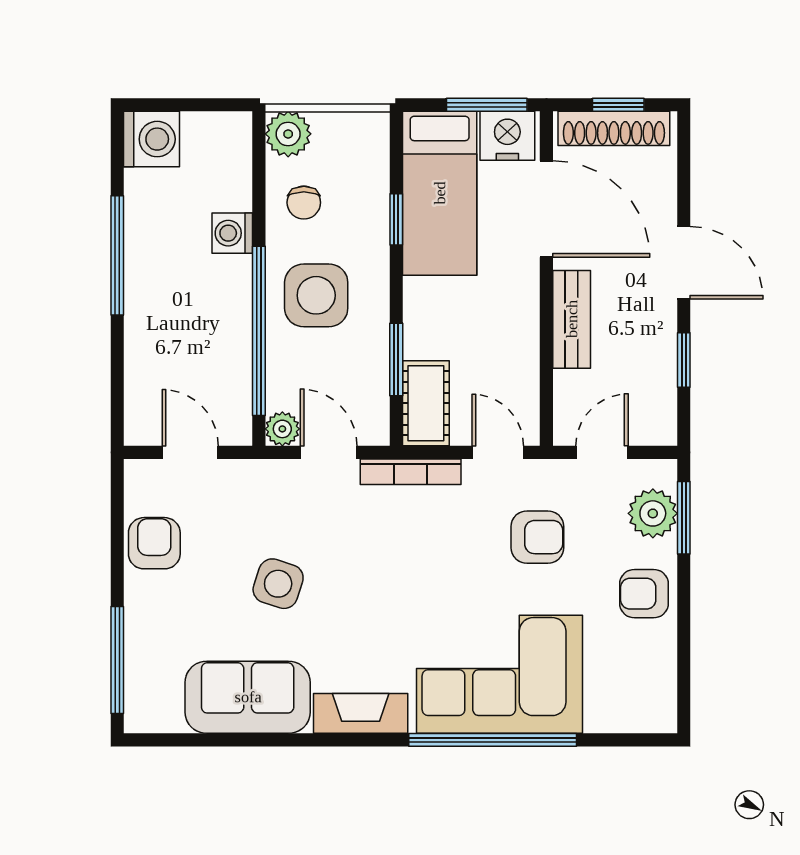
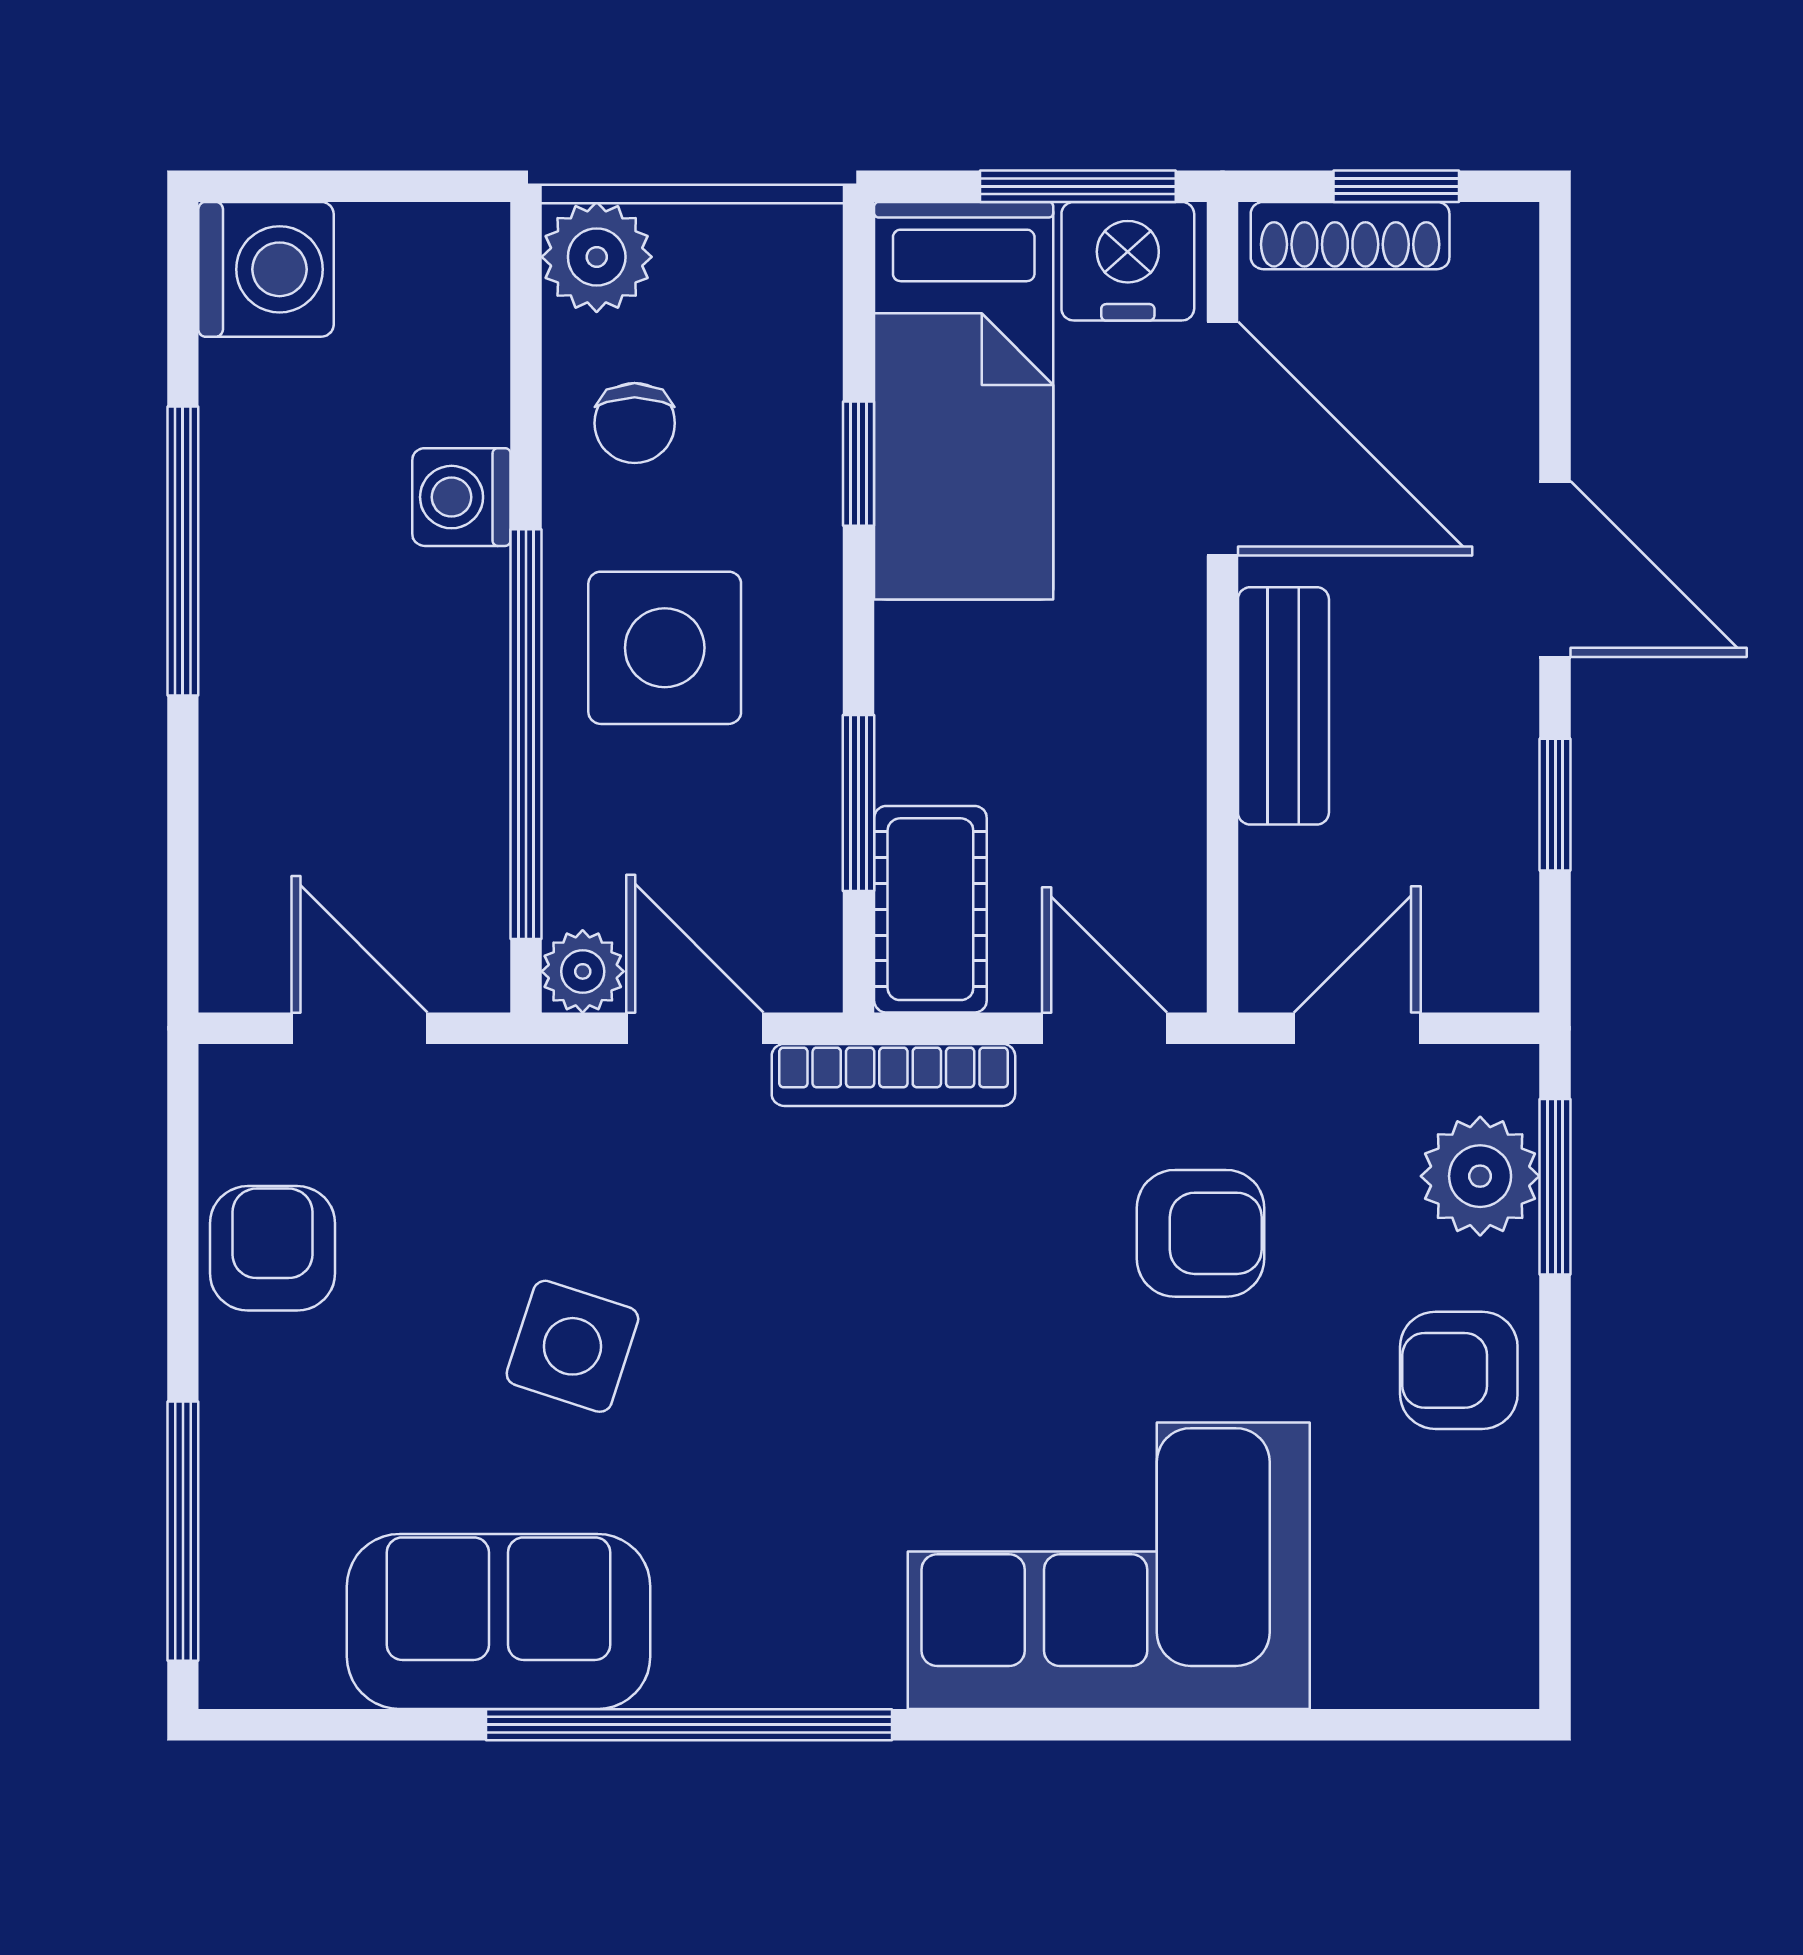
shoe rack: (614, 128) -> (1350, 236), width x0.74, depth x0.81
fireplace: (361, 713) -> (772, 1660), removed
window: (493, 740) -> (689, 1725), moved

